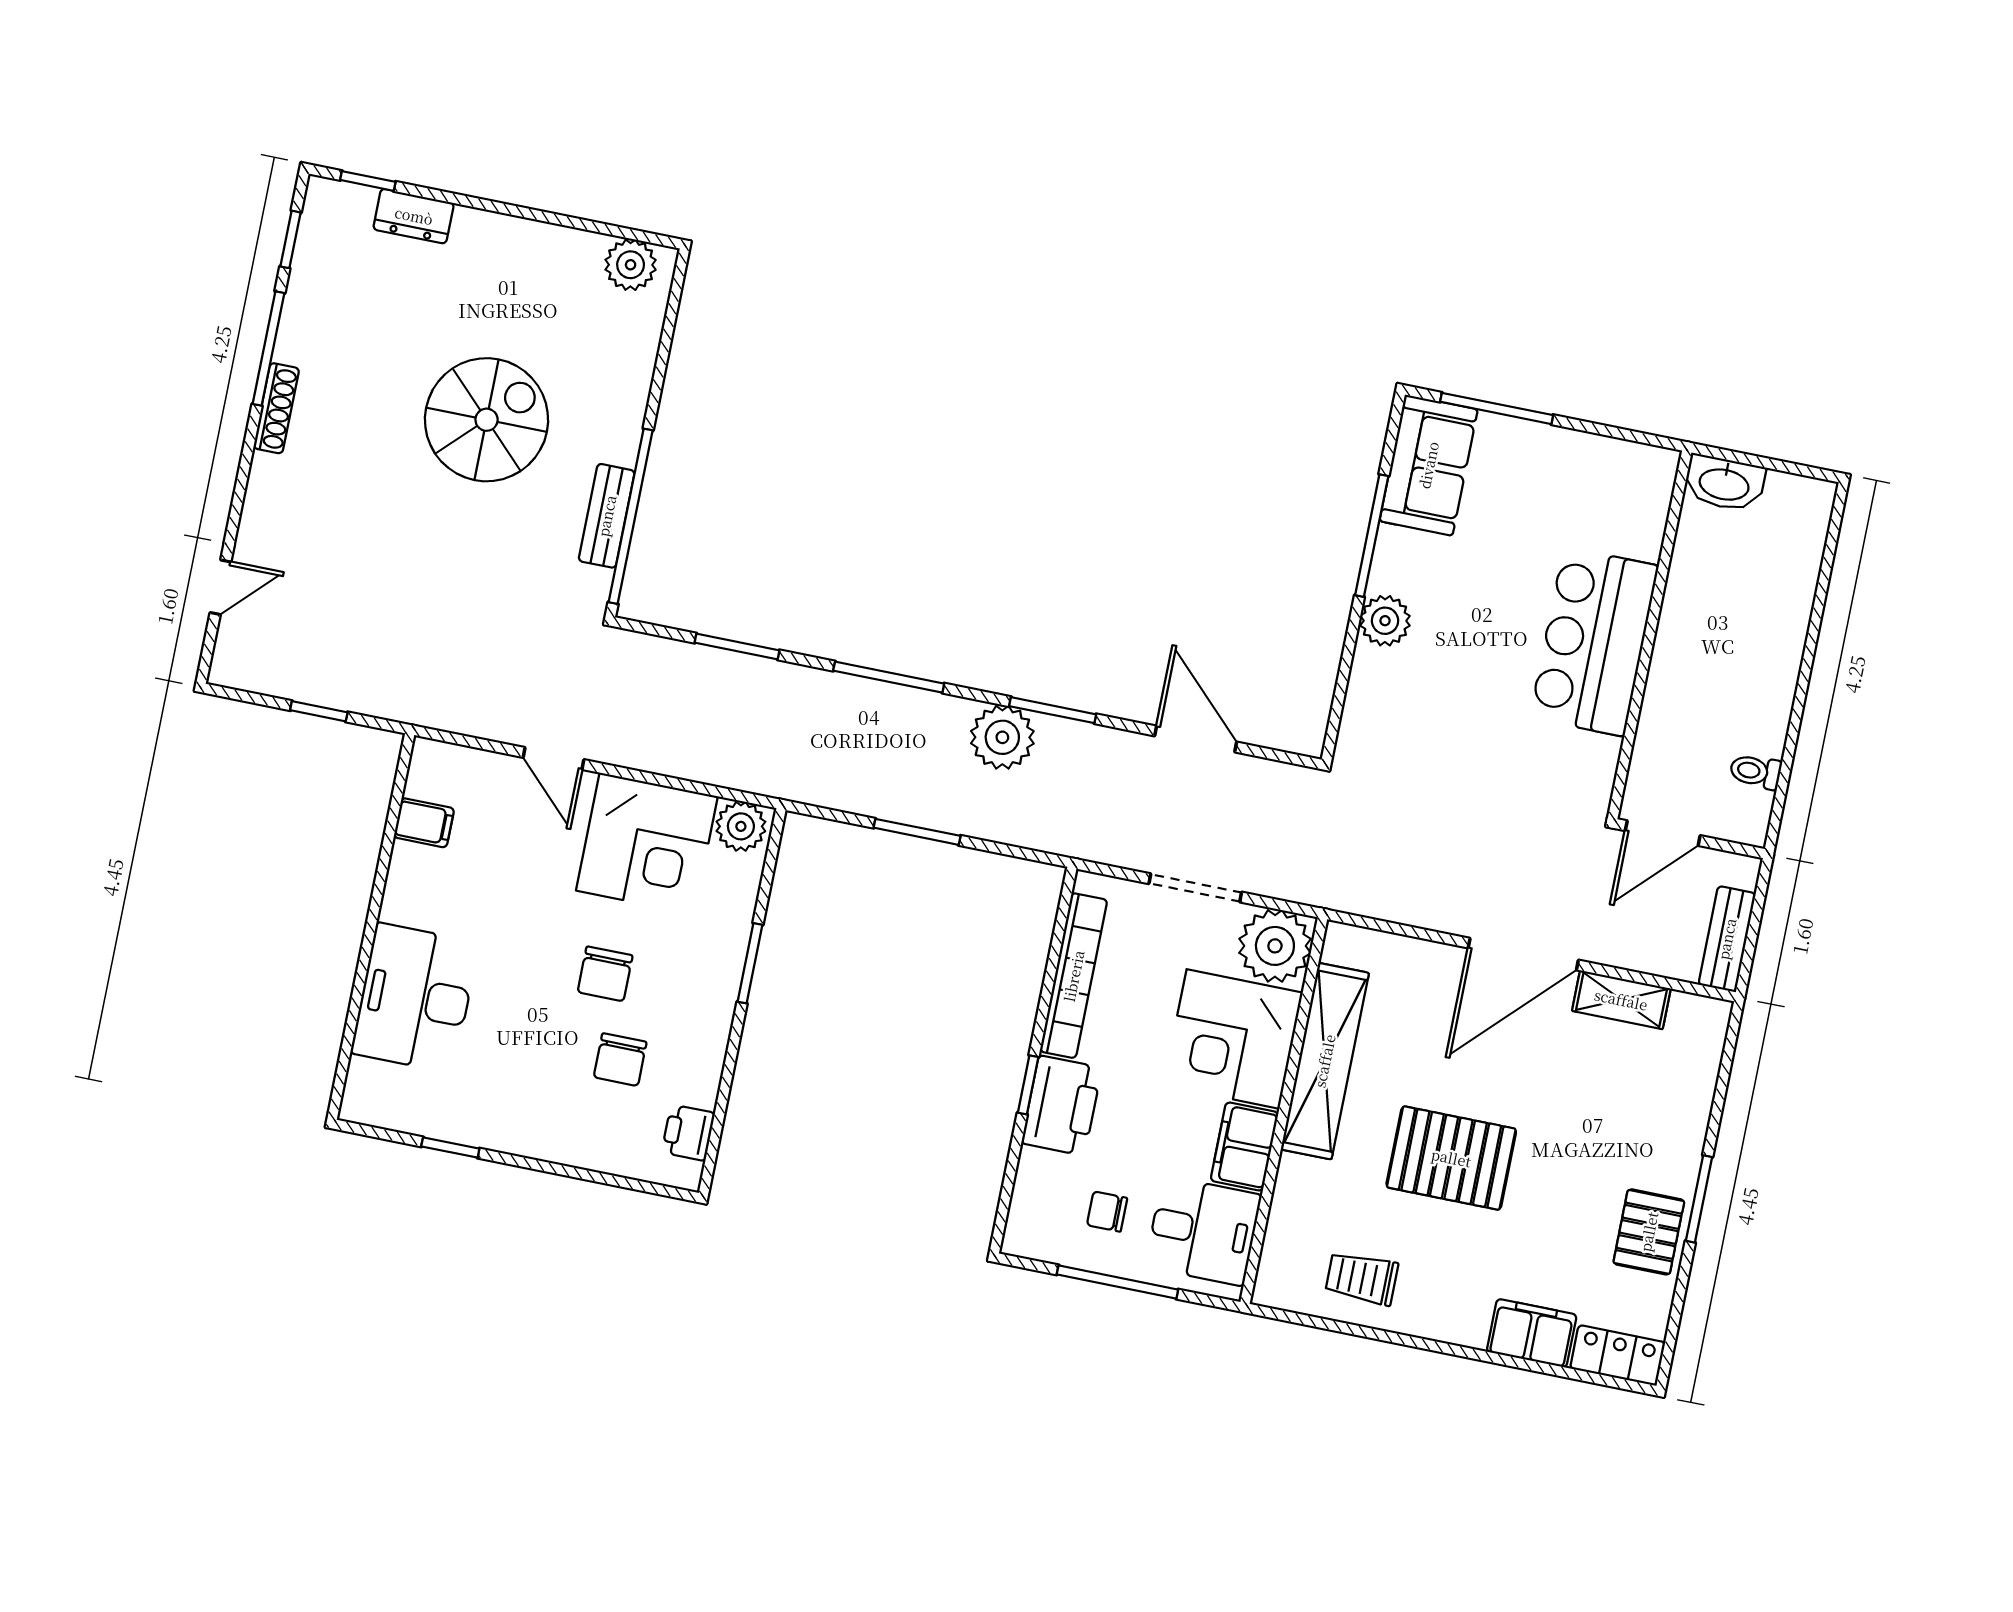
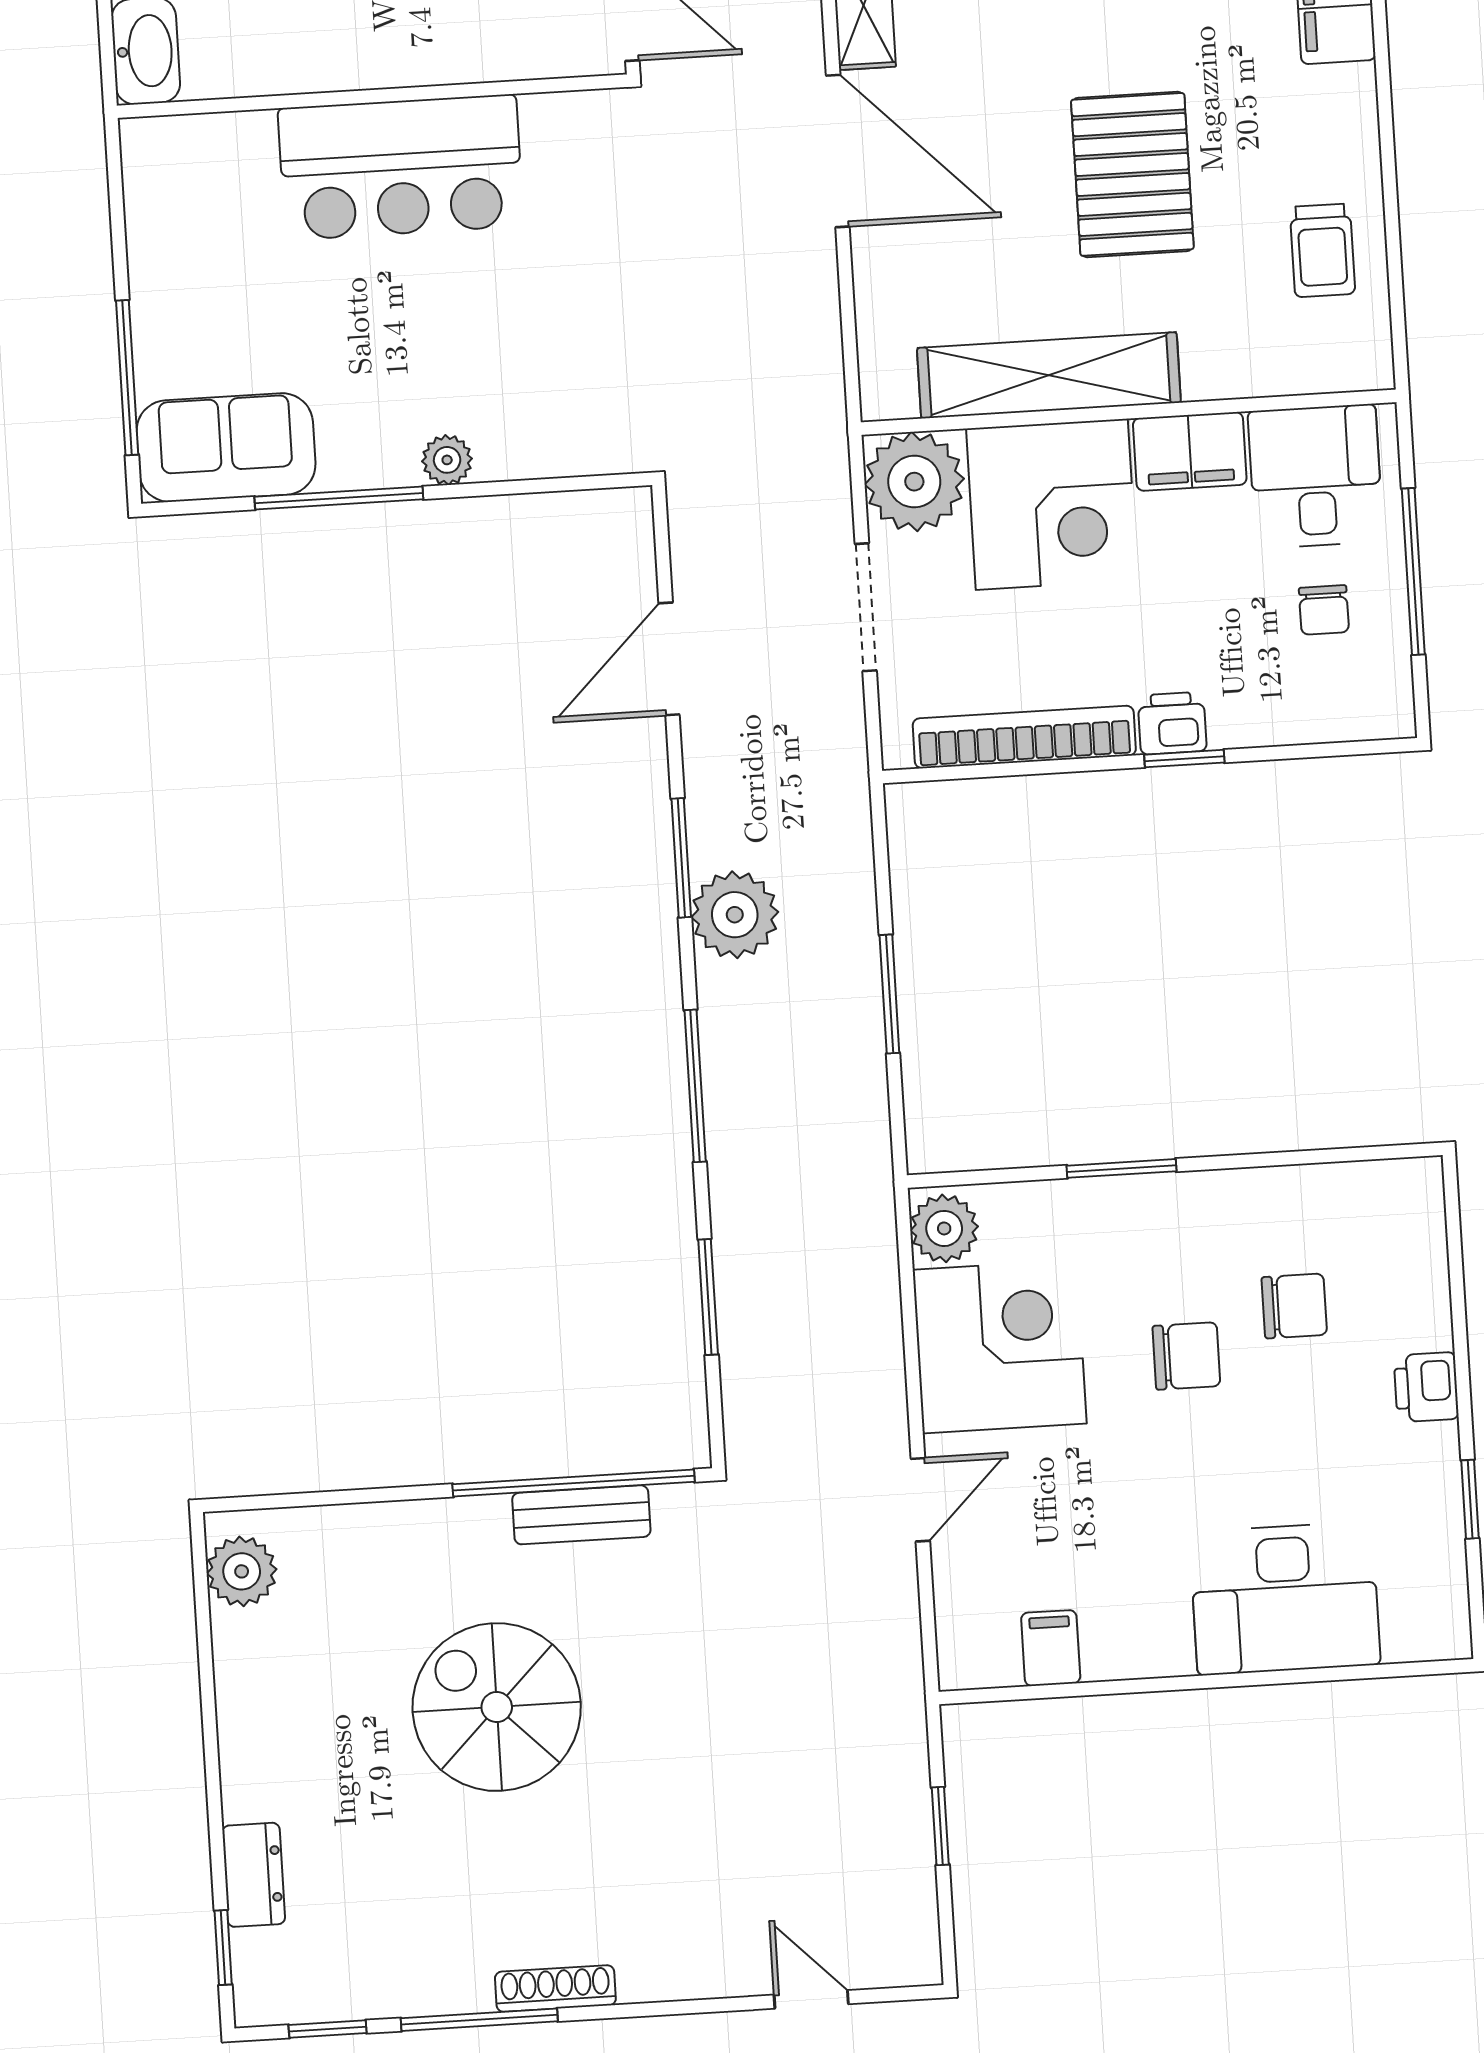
plant: (1385, 621) -> (447, 460), width x0.73, depth x0.73
printer: (1062, 1106) -> (1172, 723), width x0.53, depth x0.68
printer: (688, 1133) -> (1426, 1387), moved, turned 90

